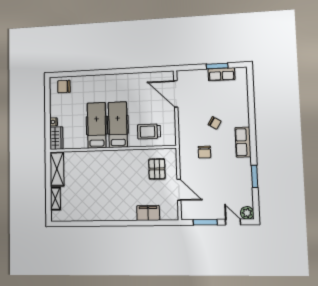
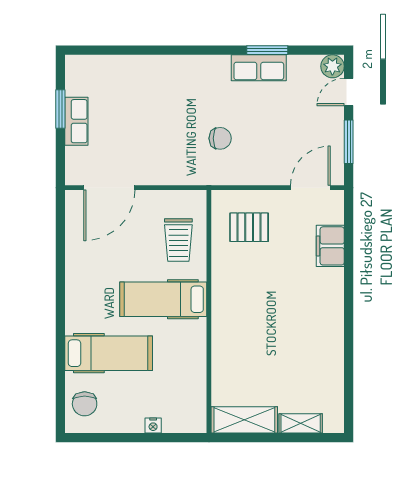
row of seats: (221, 74) -> (76, 121), moved
chair: (215, 123) -> (167, 118), removed
hospital bed: (97, 125) -> (109, 353), moved, turned 180
wardrobe: (56, 138) -> (185, 420), removed
row of seats: (243, 142) -> (259, 68), moved
door: (179, 190) -> (310, 188), moved

